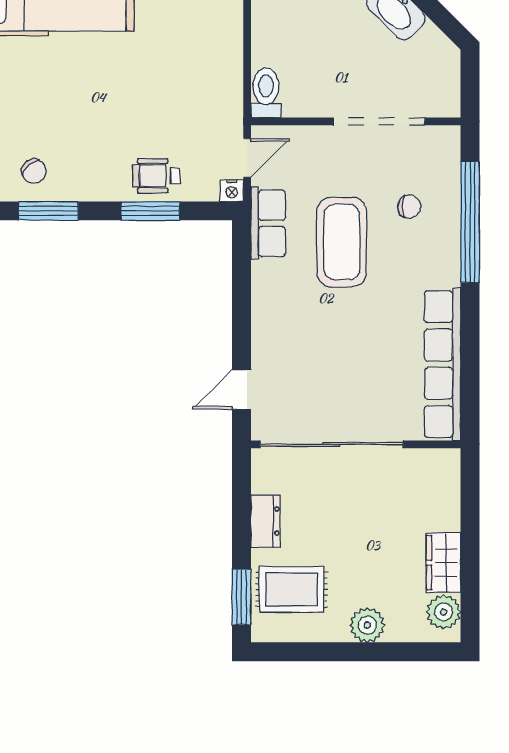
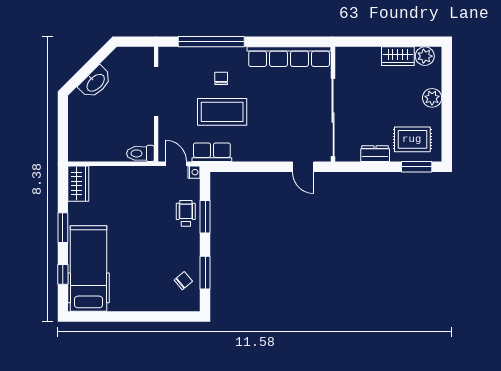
wheelchair: (156, 176) -> (186, 213), turned 180
chair: (409, 207) -> (221, 78), moved
rug: (292, 589) -> (412, 139), turned 90

